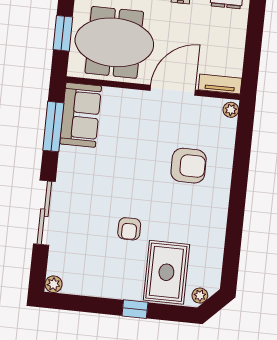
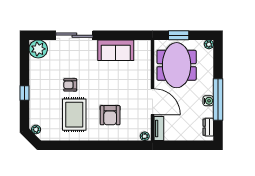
sofa: (81, 115) -> (116, 50), moved
window: (53, 127) -> (125, 35), removed
rug: (166, 272) -> (74, 115), moved, turned 90
plant: (54, 284) -> (38, 49), width x1.88, depth x1.88

